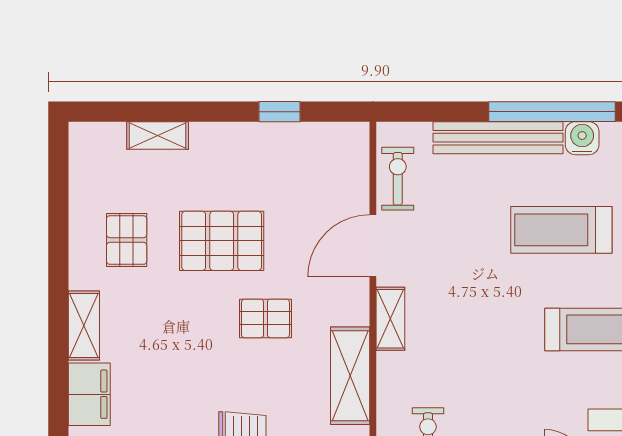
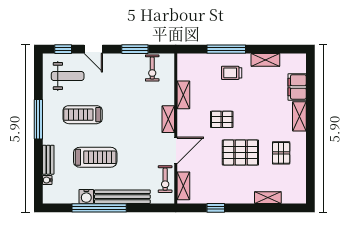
shelving: (355, 163) -> (183, 186), added
shelving: (350, 376) -> (183, 95), width x0.67, depth x0.75

